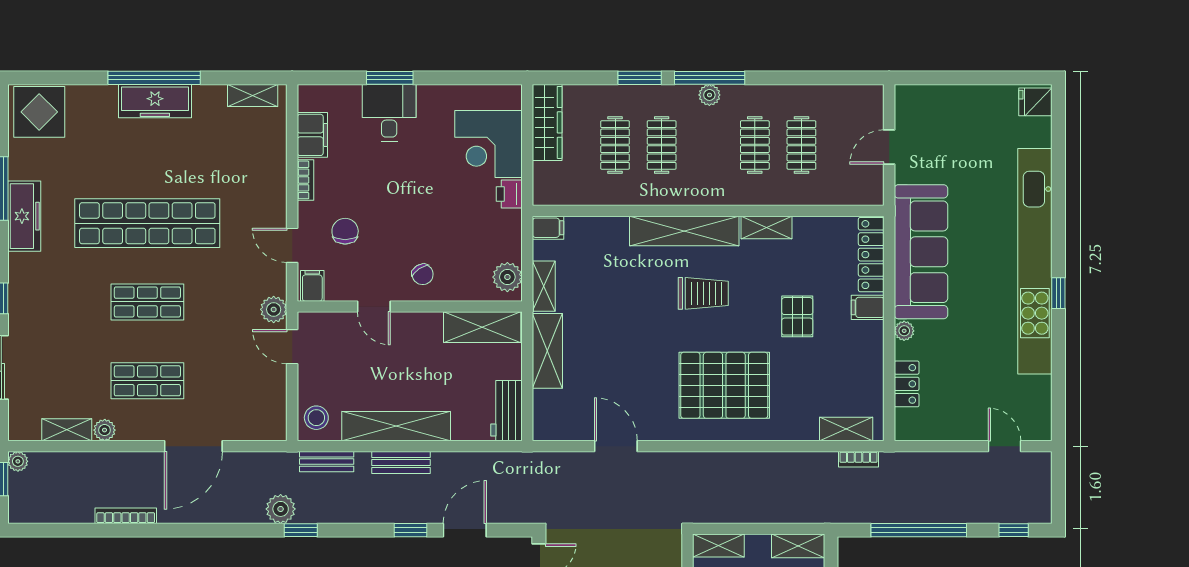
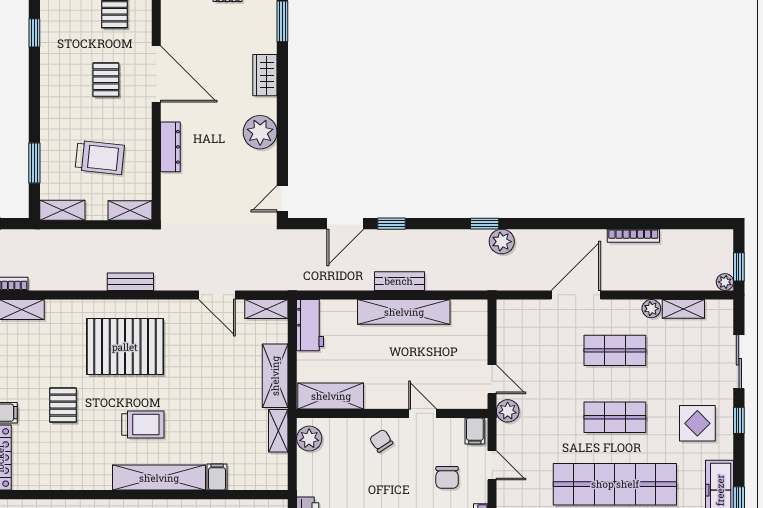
shelving: (766, 227) -> (266, 309), moved
filing cabinet: (548, 228) -> (217, 477), moved, turned 90
trolley: (703, 293) -> (143, 425), turned 180
display table: (50, 295) -> (697, 423), added
stool: (316, 418) -> (471, 319), removed
bench: (327, 462) -> (130, 282), moved

